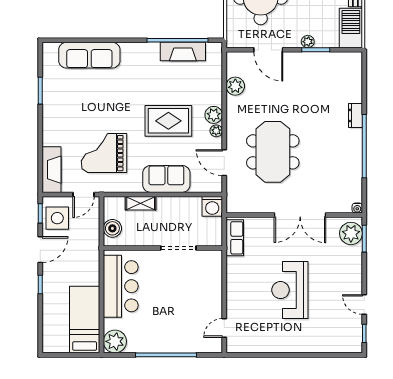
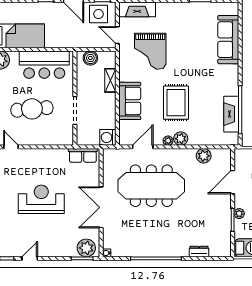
dresser: (355, 115) -> (199, 252), moved
meeting table: (273, 152) -> (151, 186), width x1.36
grand piano: (104, 153) -> (150, 51), turned 180
cafe table: (176, 302) -> (32, 109), added

